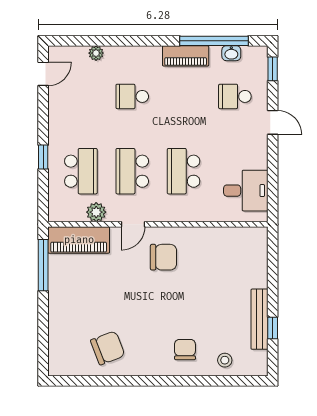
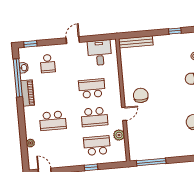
school desk: (132, 96) -> (53, 121), width x1.85
door: (273, 122) -> (73, 40), moved
school desk: (184, 171) -> (92, 88), turned 180
door: (133, 224) -> (124, 114), hinge flipped
piano: (79, 240) -> (135, 143), removed
bench: (259, 319) -> (136, 42), moved

